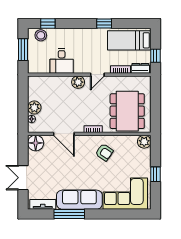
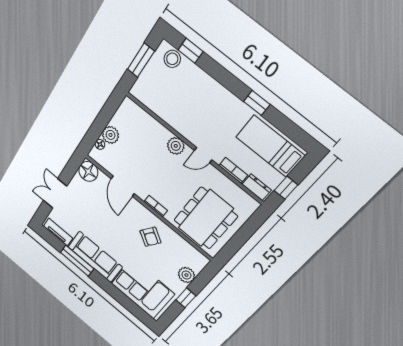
desk: (62, 61) -> (175, 108), removed
plant: (144, 142) -> (186, 275), moved

